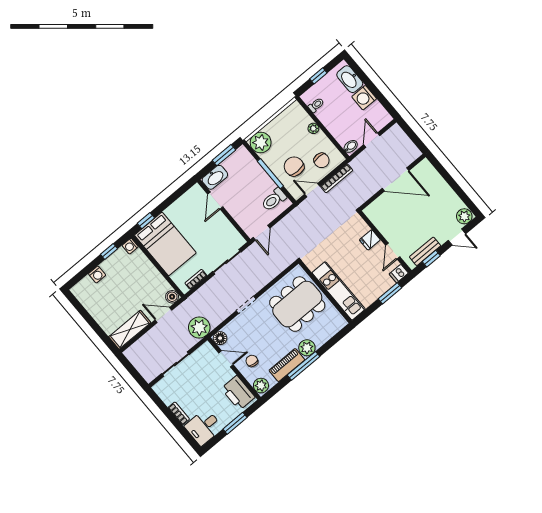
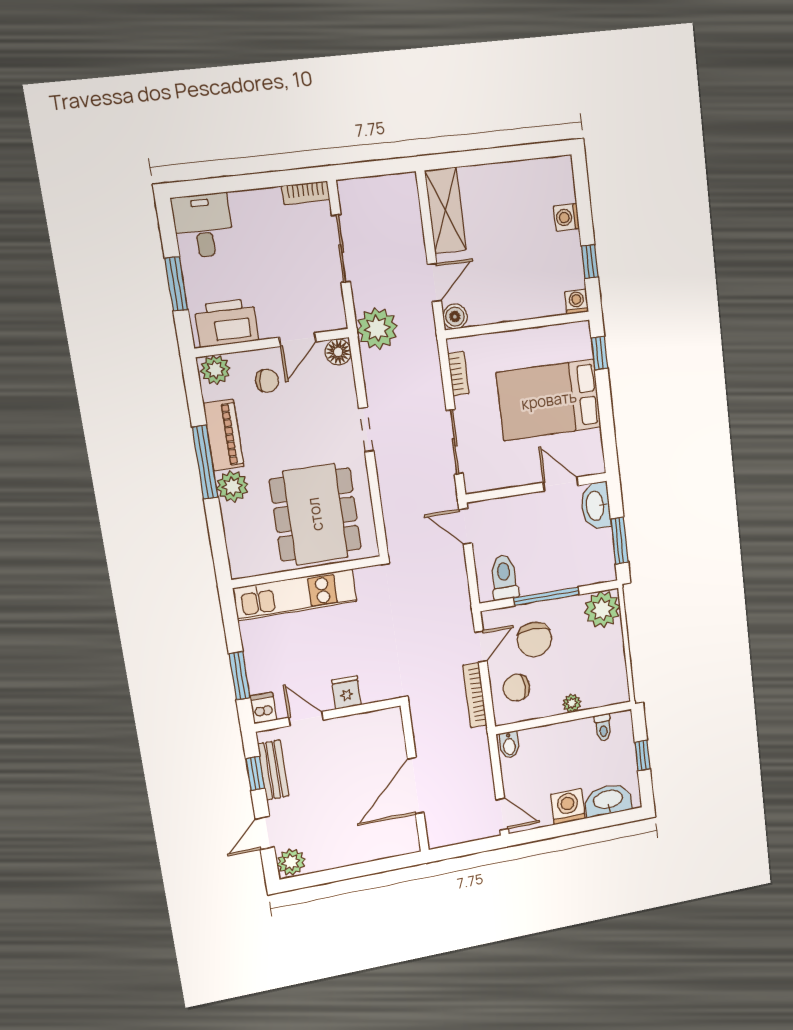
door: (372, 140) -> (502, 814), moved
chair: (294, 166) -> (534, 639), turned 90
bed: (165, 244) -> (549, 400), moved
bookcase: (179, 413) -> (306, 193), moved

